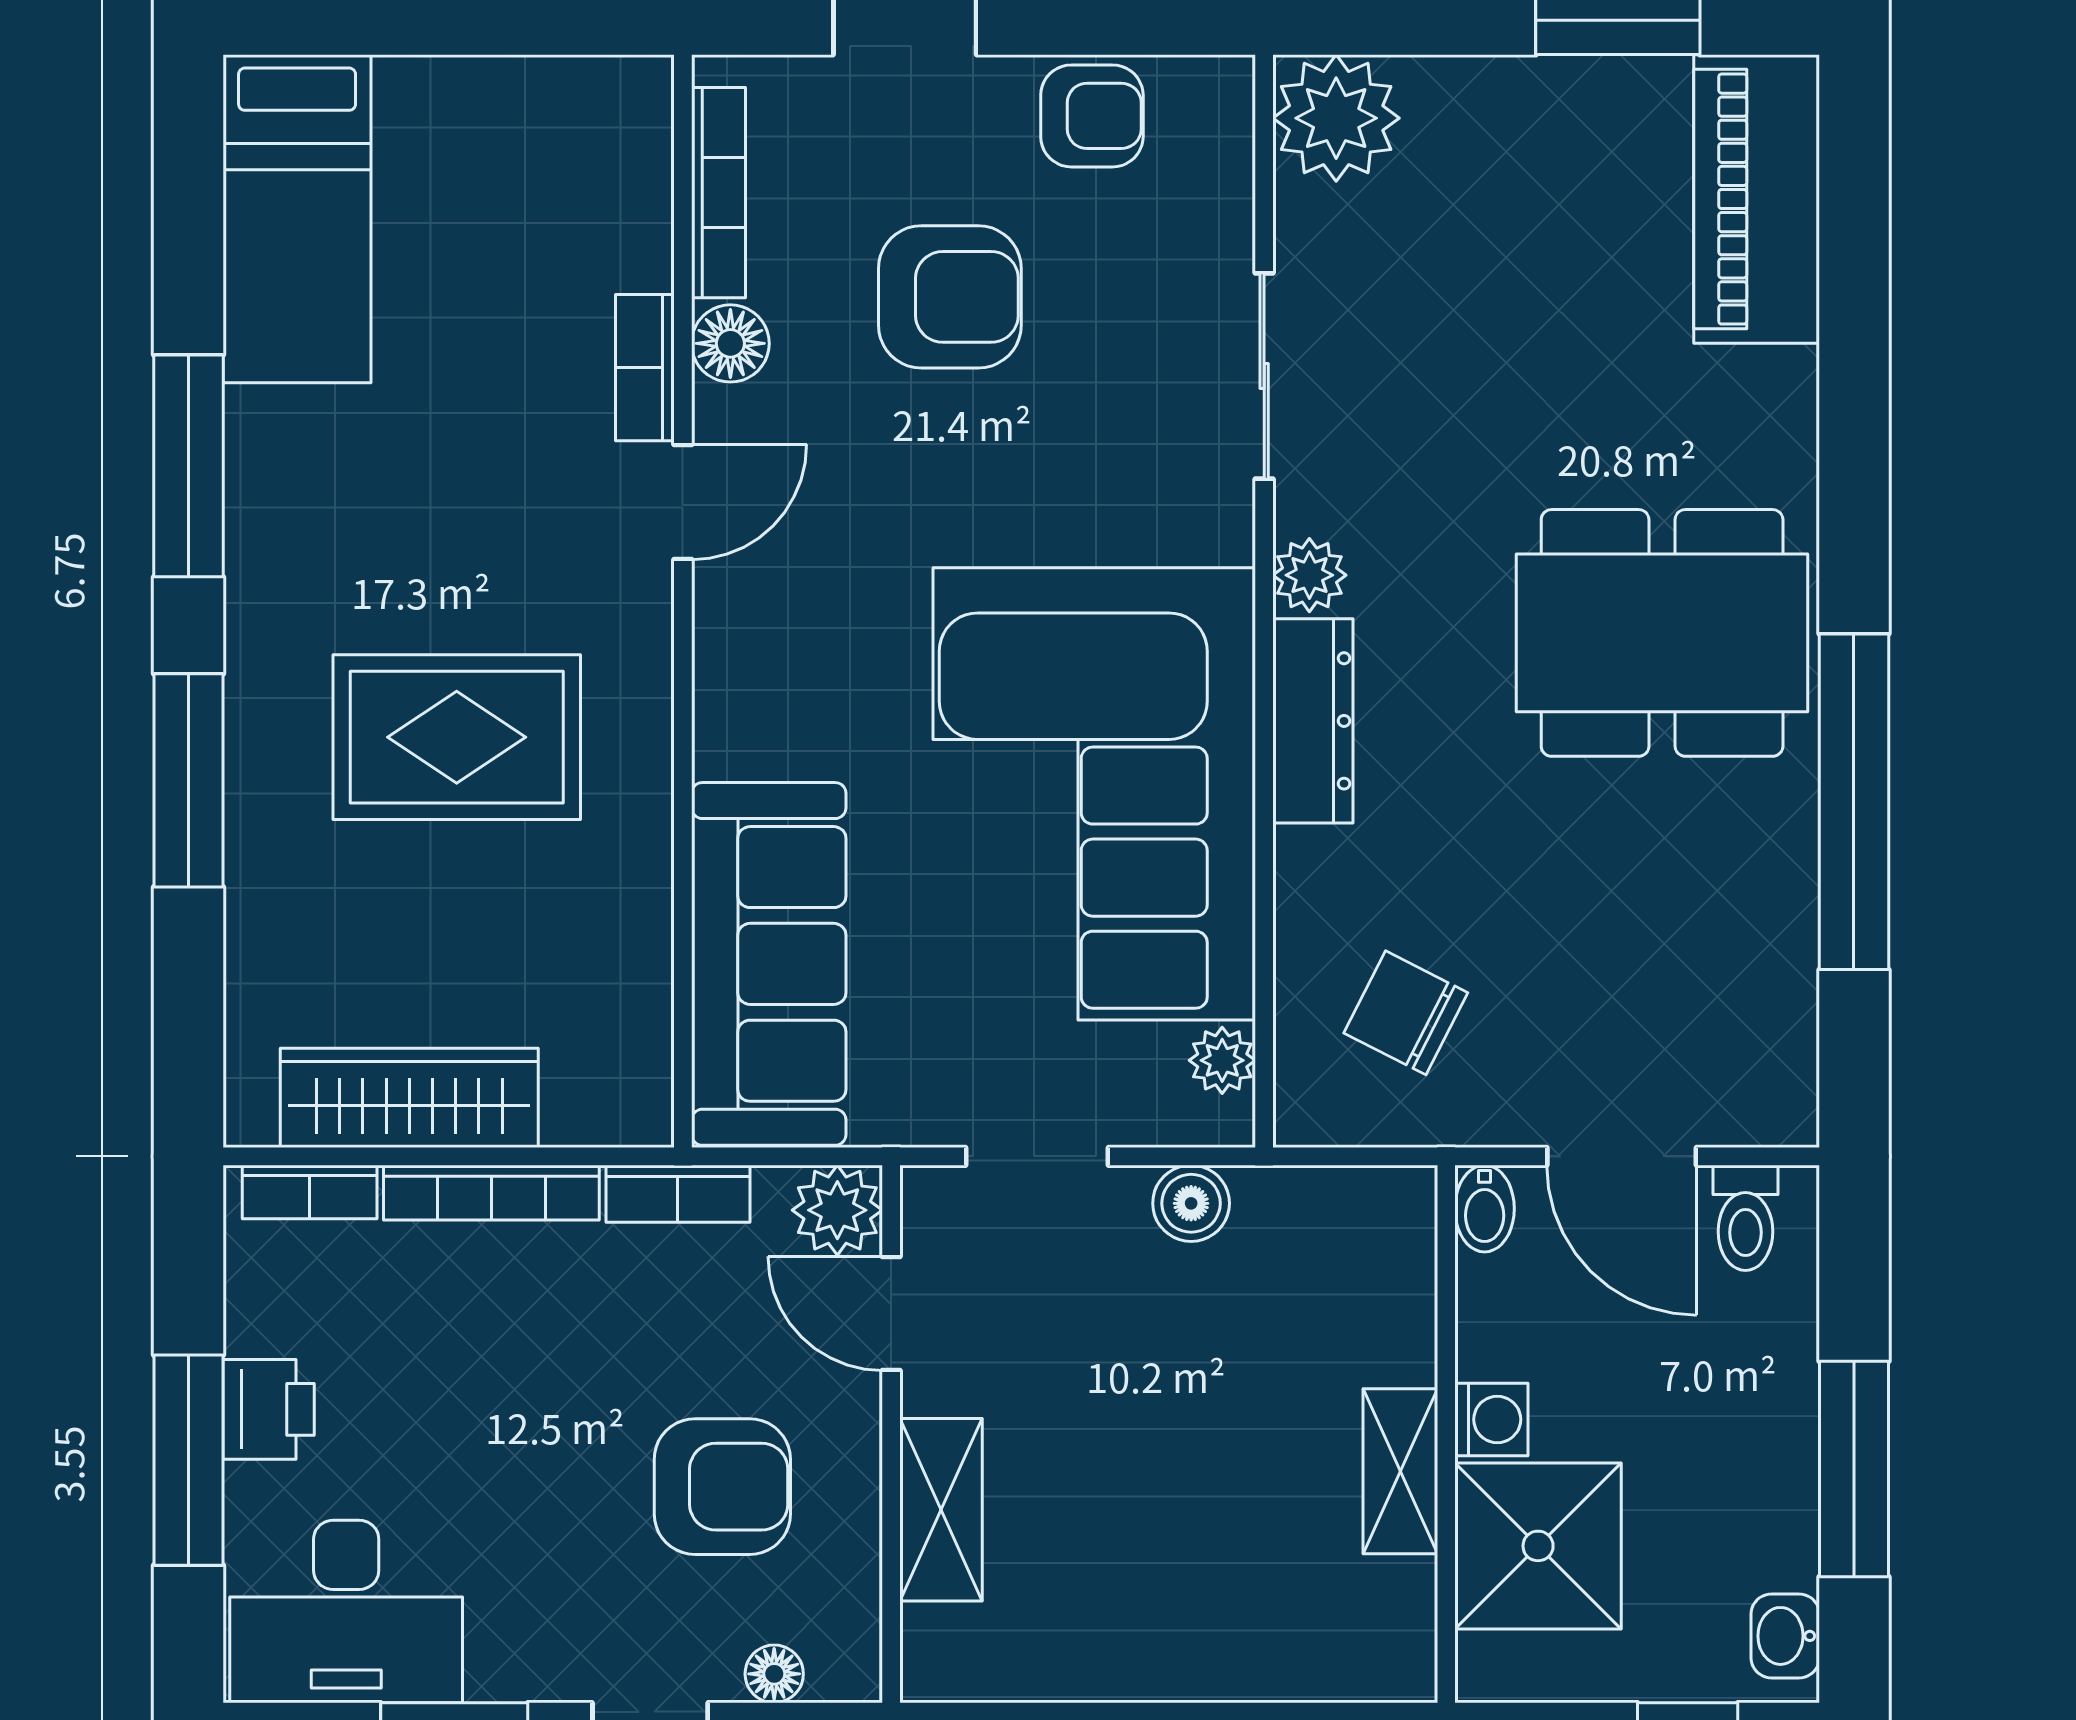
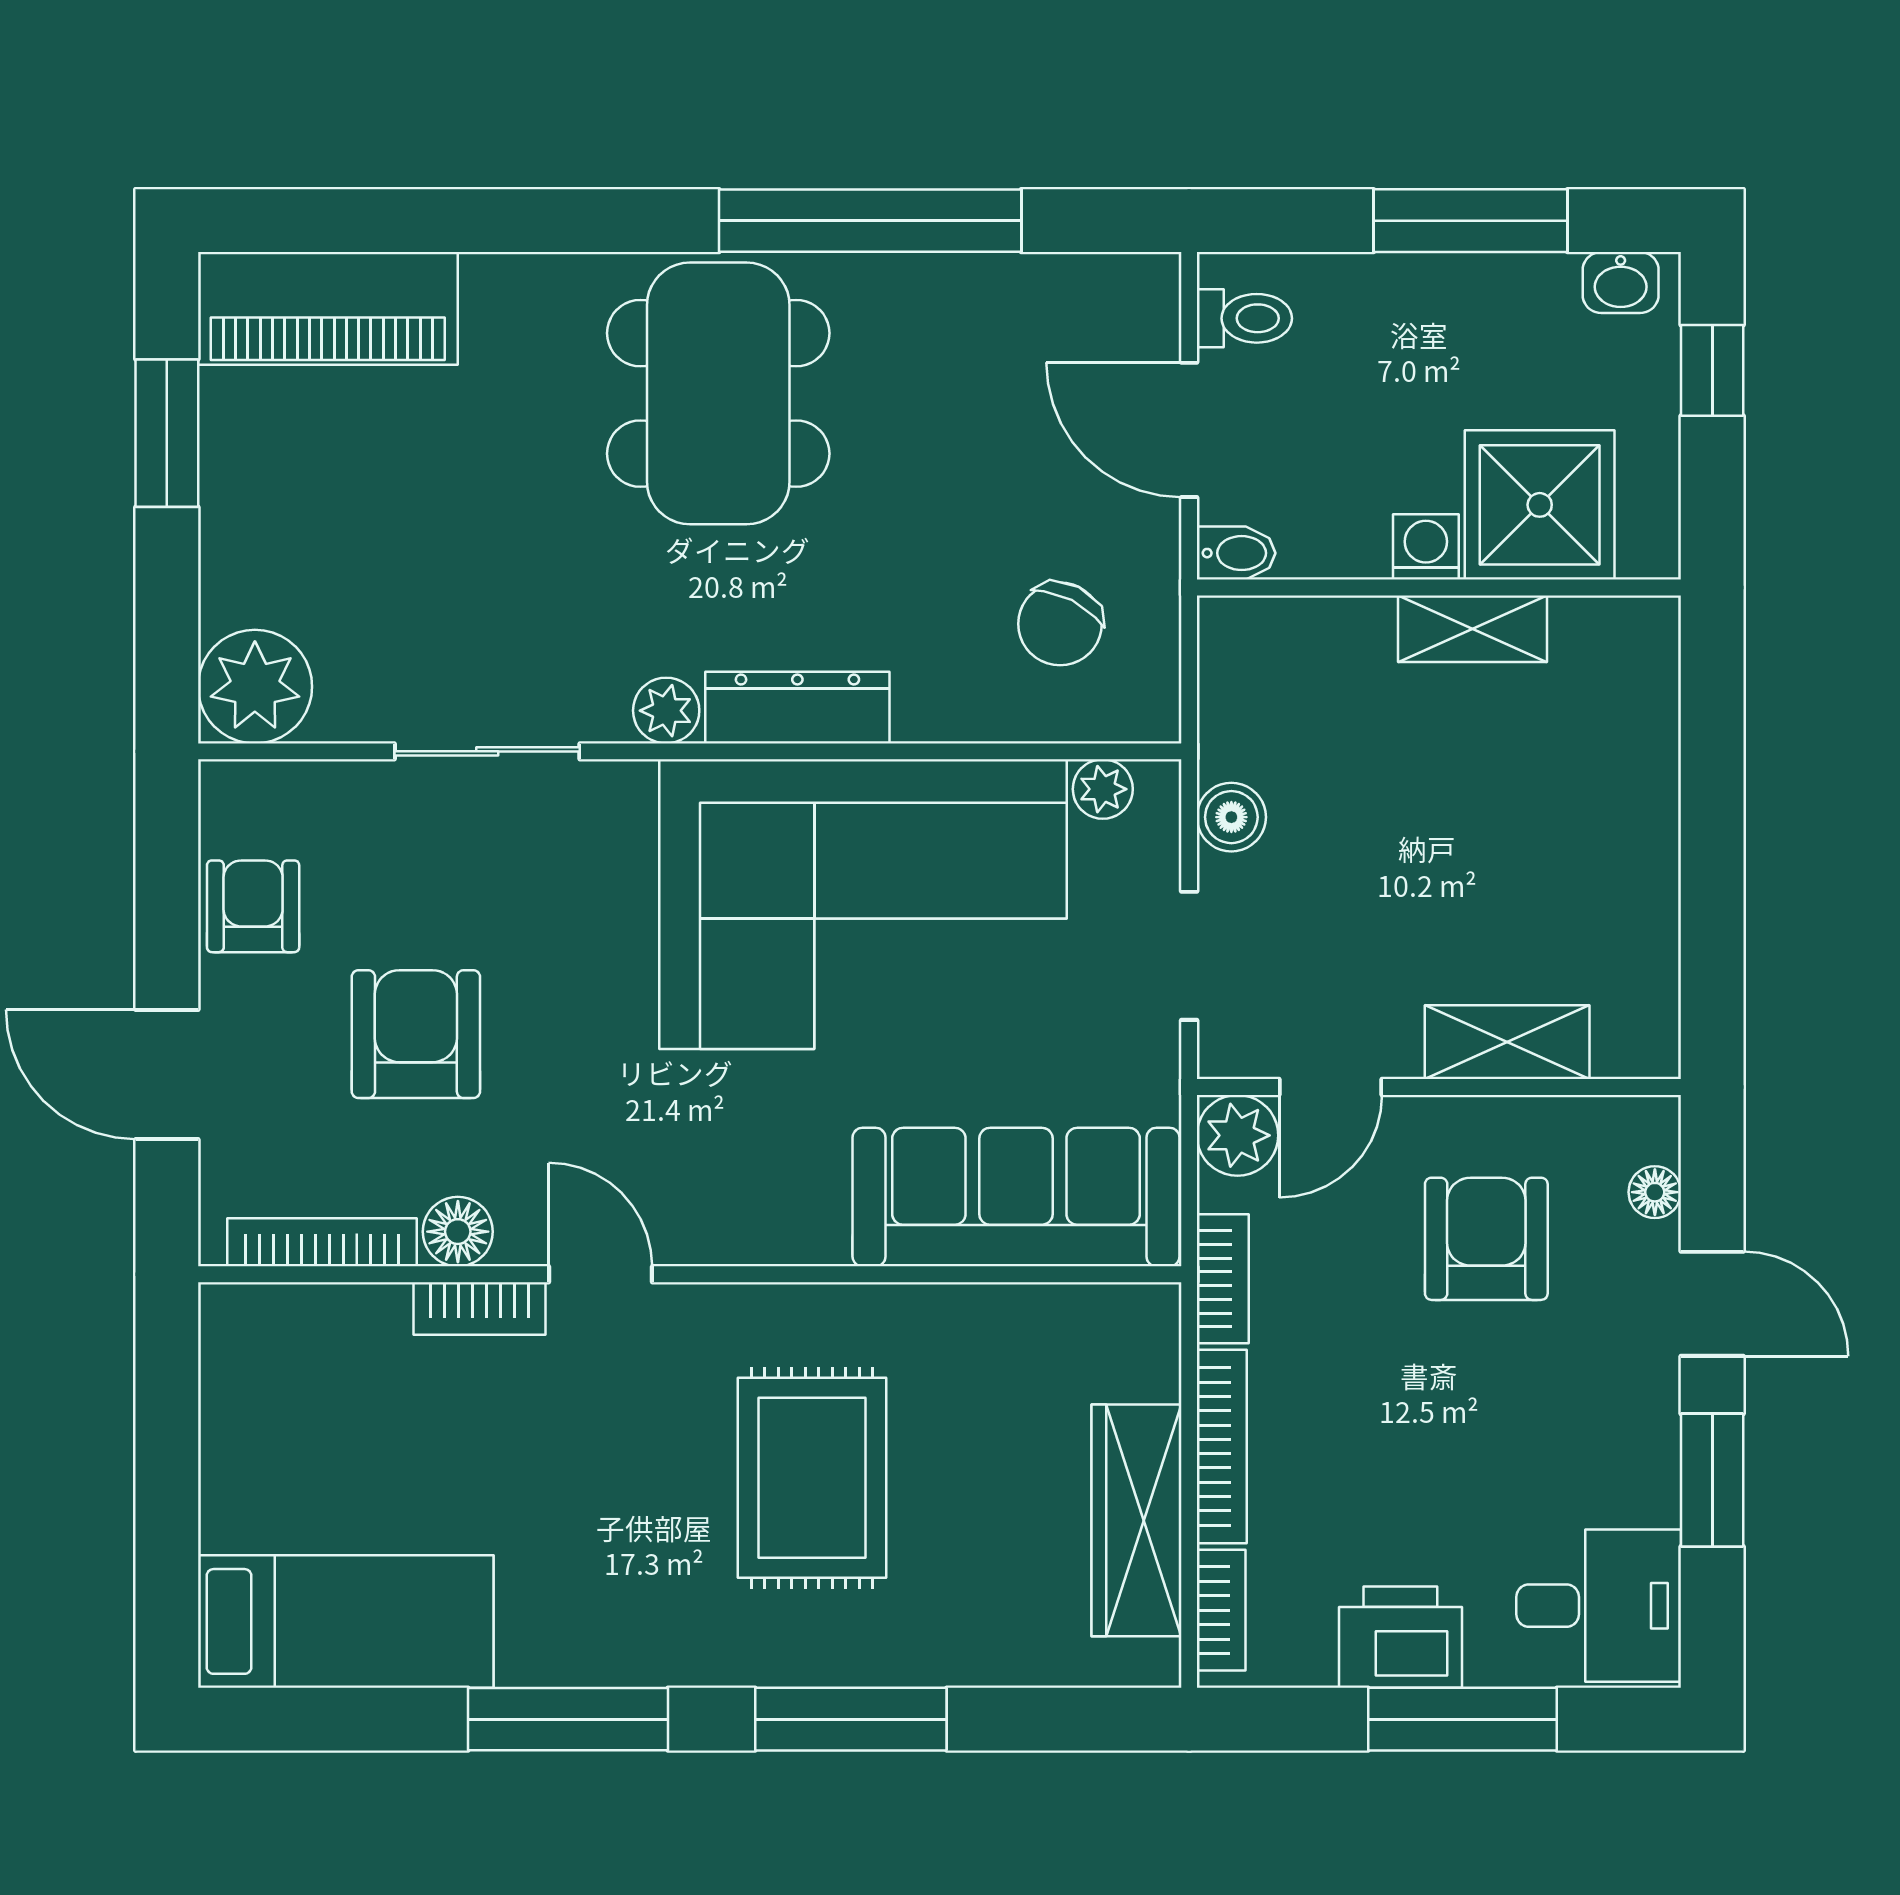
door: (1622, 1156) -> (1189, 430), swing flipped
printer: (269, 1409) -> (1400, 1637), width x1.36, depth x1.24
desk: (346, 1611) -> (1599, 1606), width x0.73

